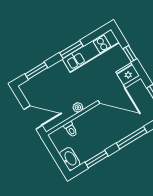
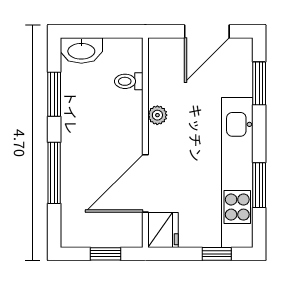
window: (71, 49) -> (259, 185), moved
kitchen unit: (91, 51) -> (237, 172), width x1.36
window: (130, 54) -> (217, 254), moved
door: (33, 117) -> (207, 31), moved

